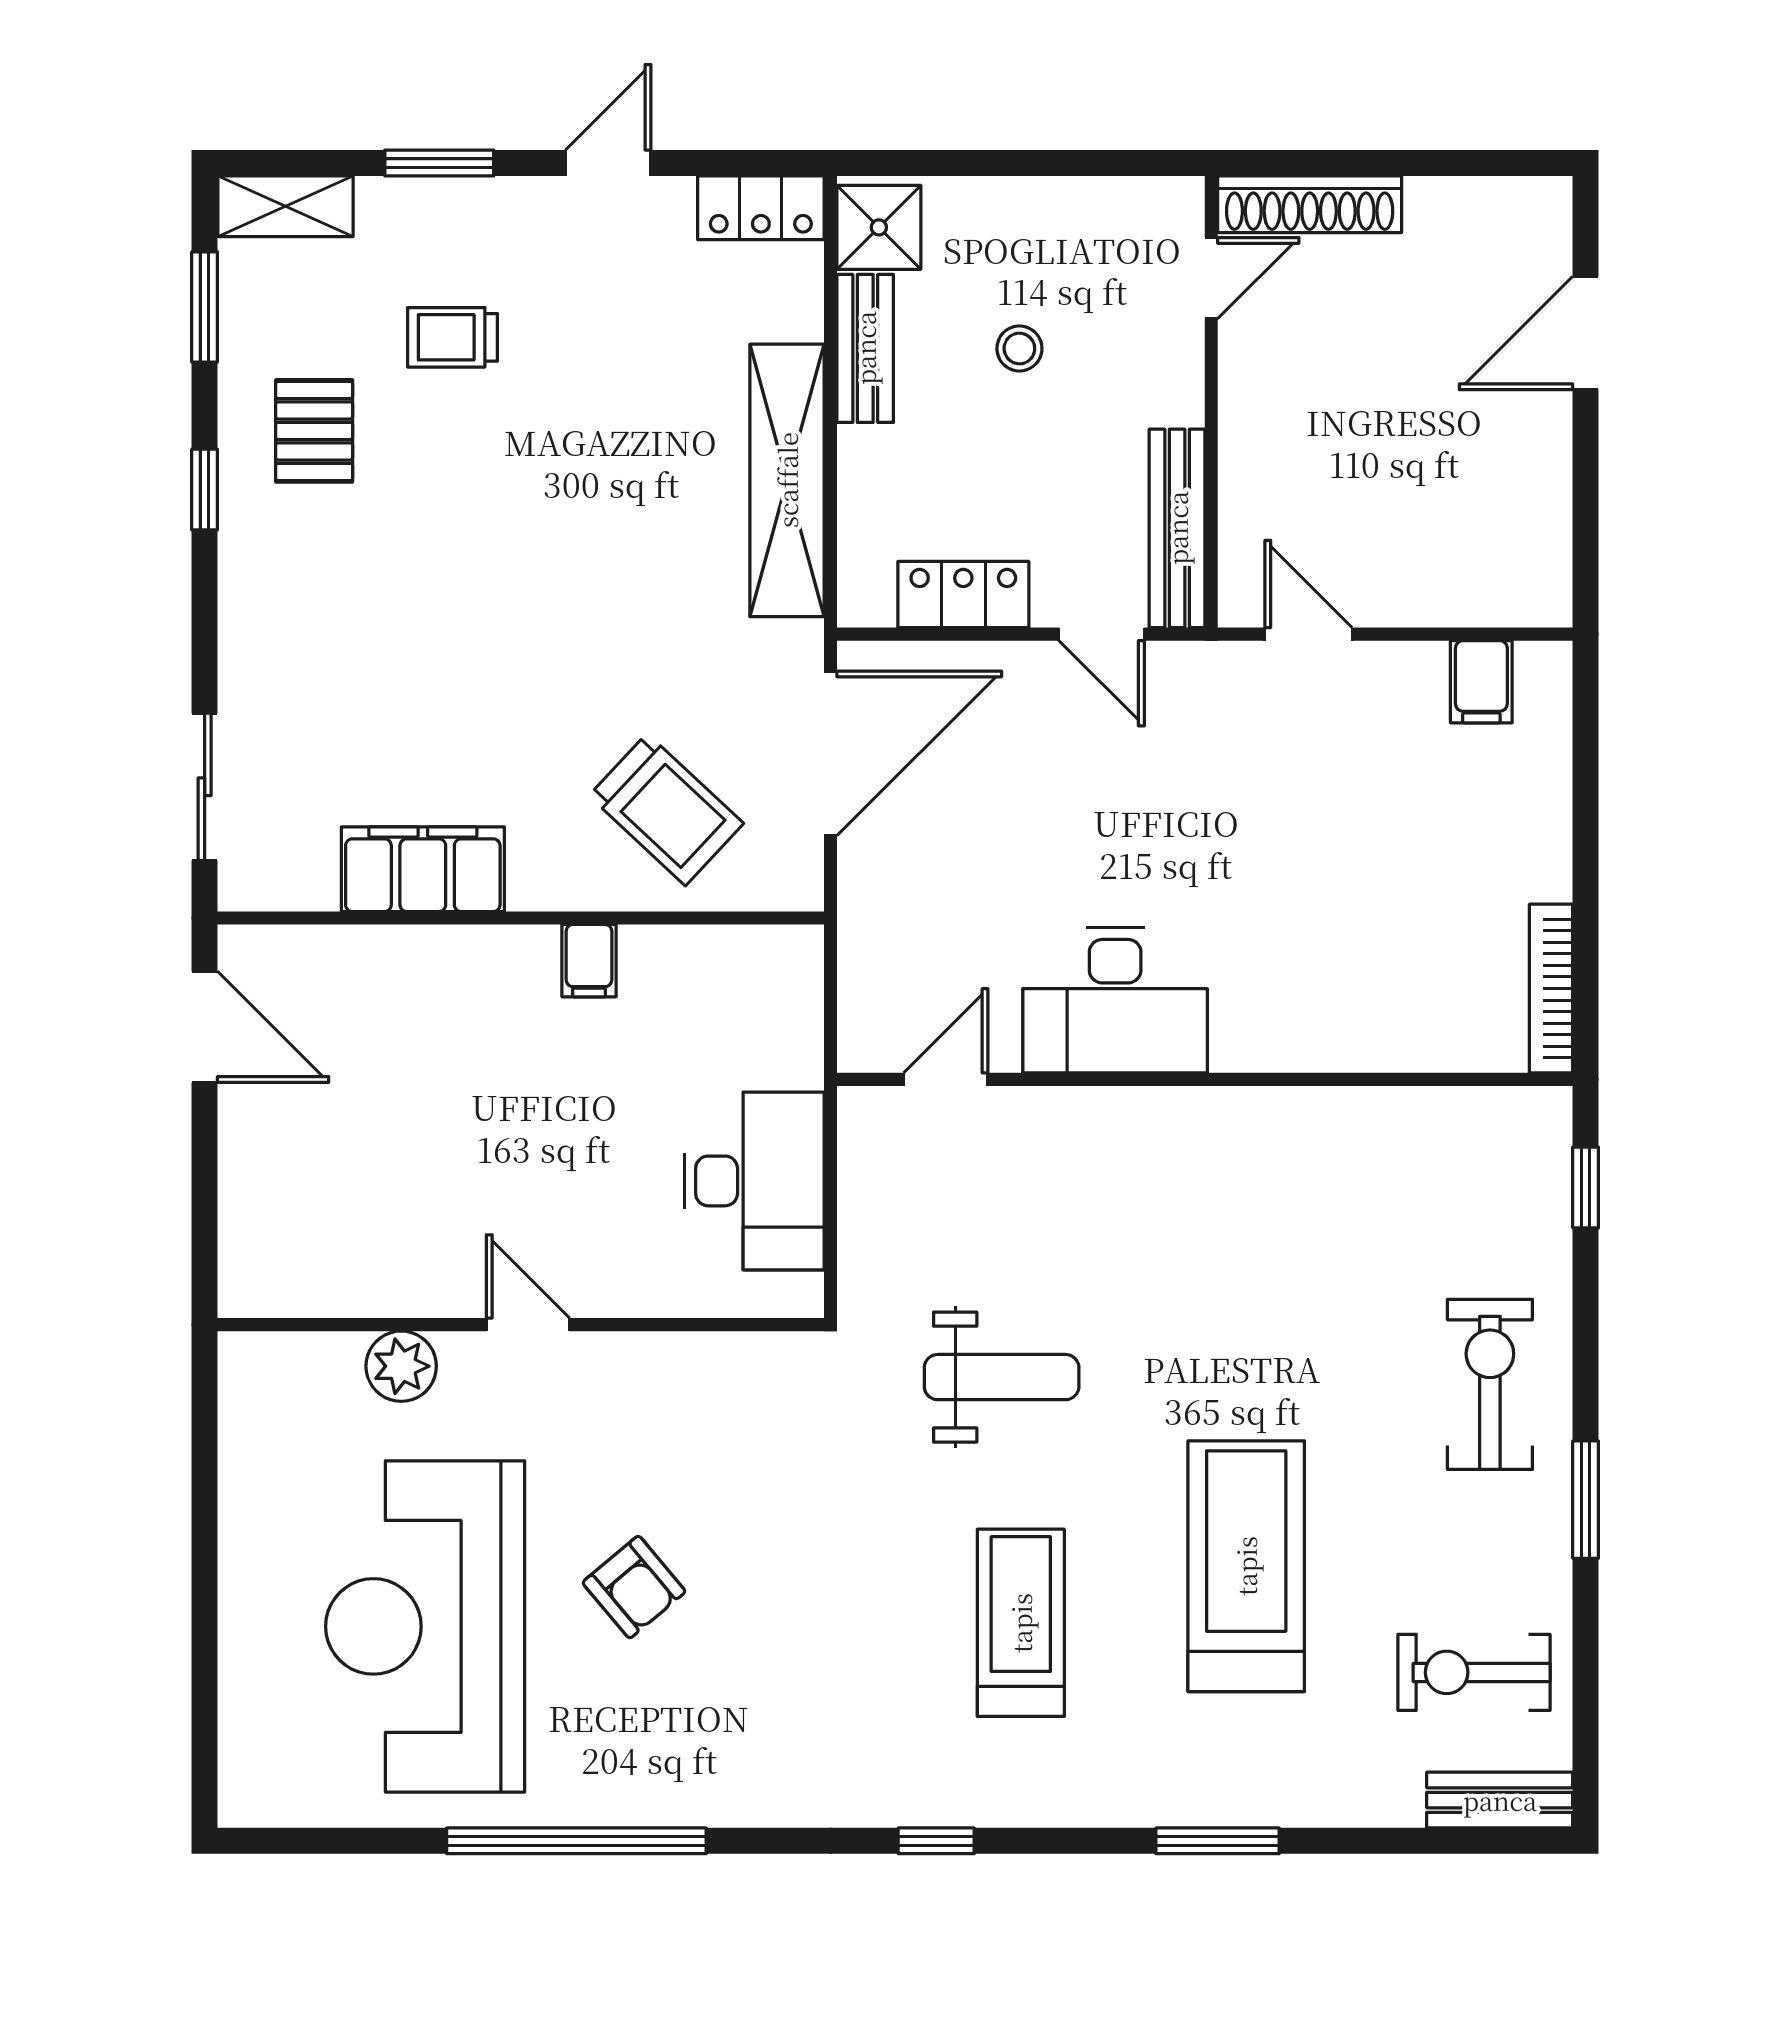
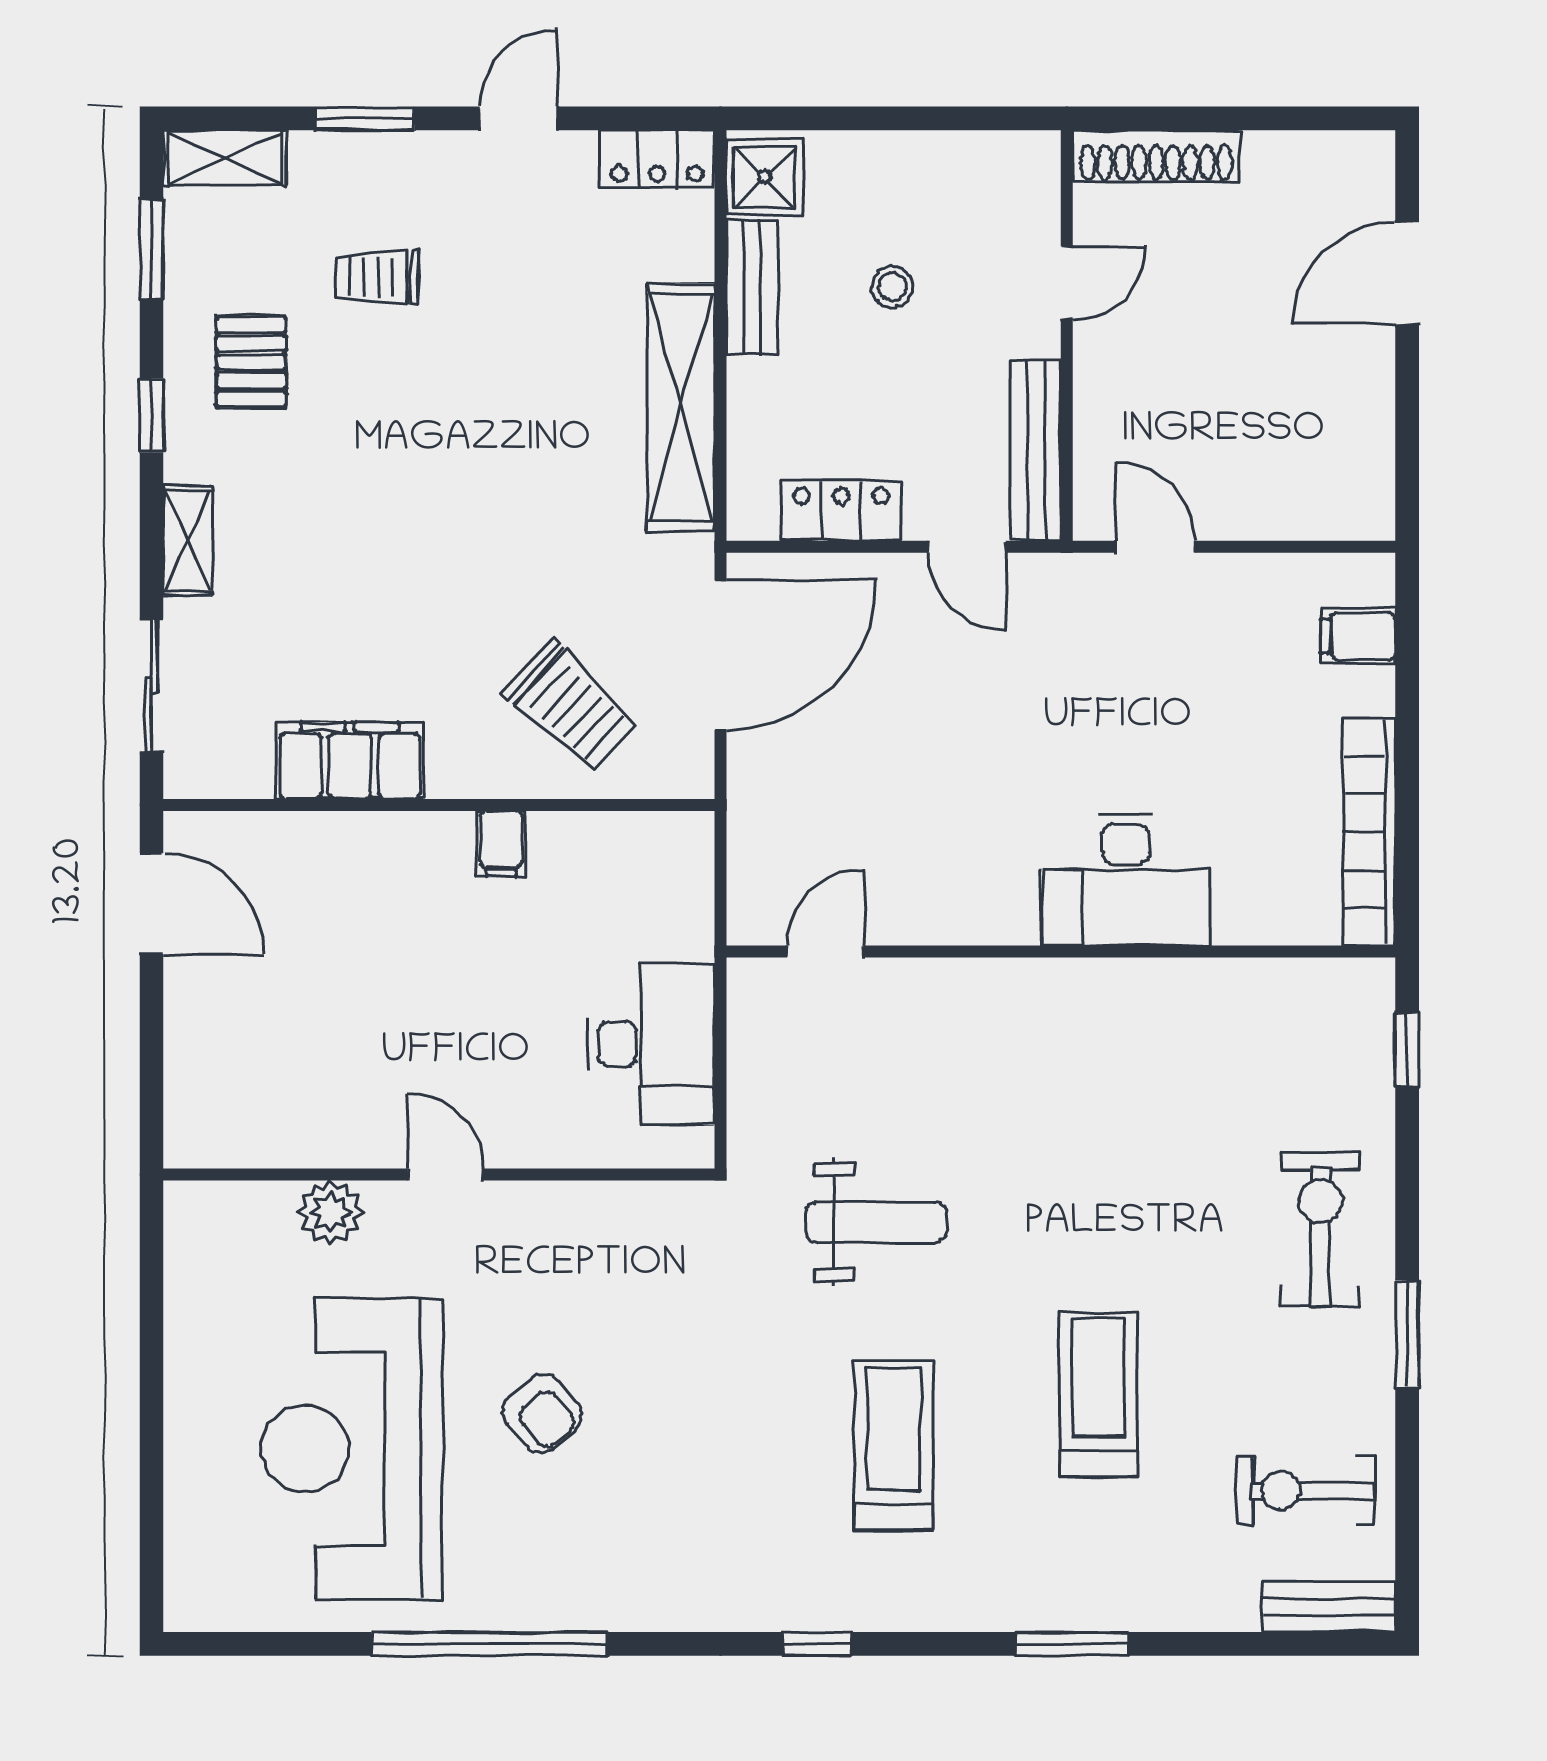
door: (1211, 278) -> (1067, 283), moved
shelving: (245, 627) -> (188, 541), added
filing cabinet: (1481, 682) -> (1358, 636), moved, turned 90
bookcase: (1551, 989) -> (1370, 832), width x1.48, depth x1.31
desk: (1115, 1000) -> (1126, 880), moved
treadmill: (1246, 1566) -> (1099, 1394), width x0.73, depth x0.73

